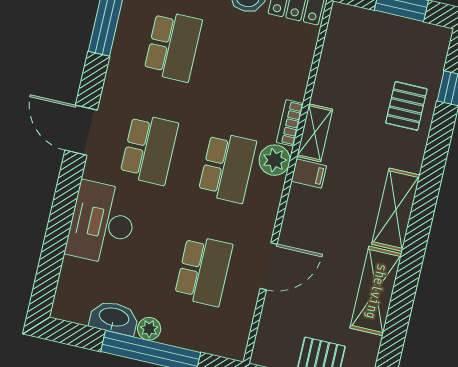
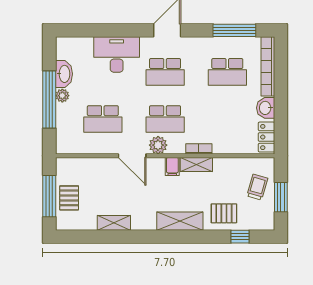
trolley: (376, 41) -> (257, 187), added
plant: (275, 160) -> (158, 145), moved
shelving: (396, 210) -> (180, 221), moved
door: (269, 266) -> (132, 156), moved
shelving: (376, 291) -> (114, 223), width x0.67, depth x0.75

